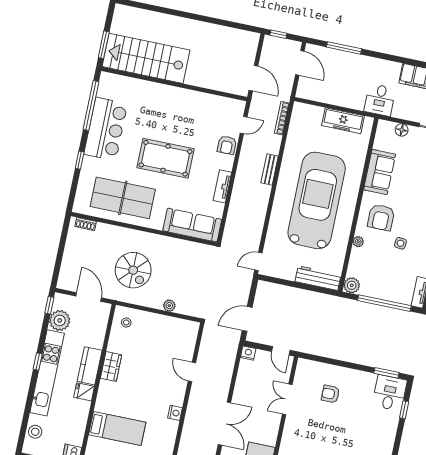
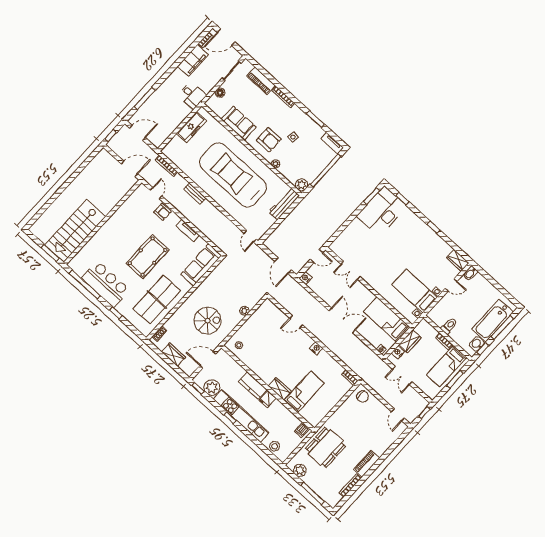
wardrobe: (71, 254) -> (174, 355), added
wardrobe: (111, 366) -> (280, 389), moved
desk: (390, 393) -> (382, 211), width x1.87, depth x1.30
armchair: (331, 394) -> (364, 240), removed

